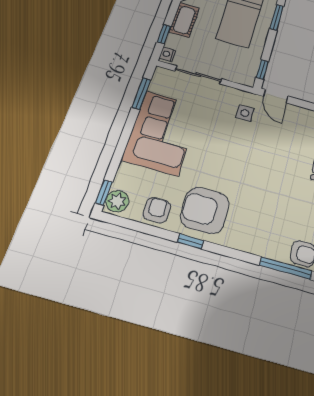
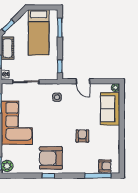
door: (276, 96) -> (83, 81), moved
armchair: (157, 210) -> (82, 136), moved

